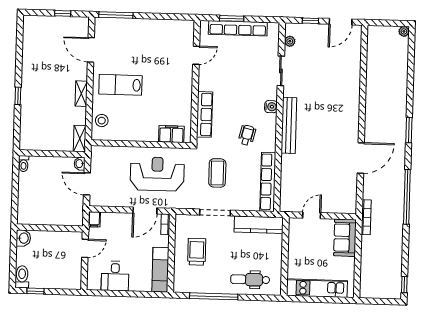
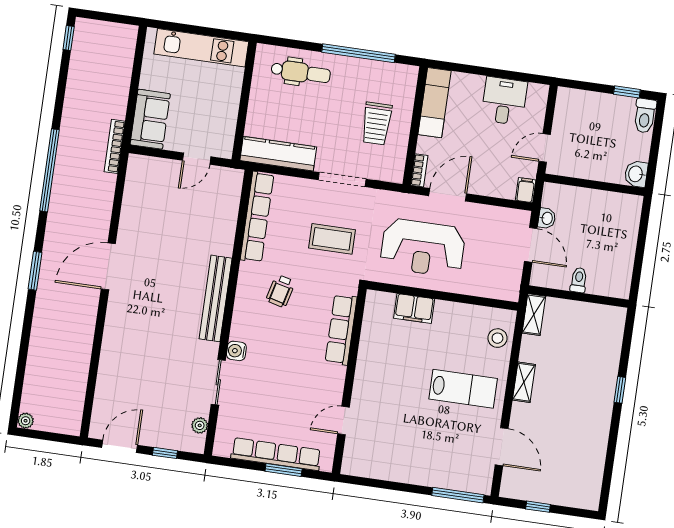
water cooler: (271, 107) -> (236, 351), moved
filing cabinet: (171, 134) -> (414, 309), moved
door: (361, 158) -> (108, 266), moved
toilet: (24, 164) -> (579, 280), moved
washbasin: (80, 164) -> (547, 218), moved
coffee table: (217, 173) -> (332, 239), turned 90

